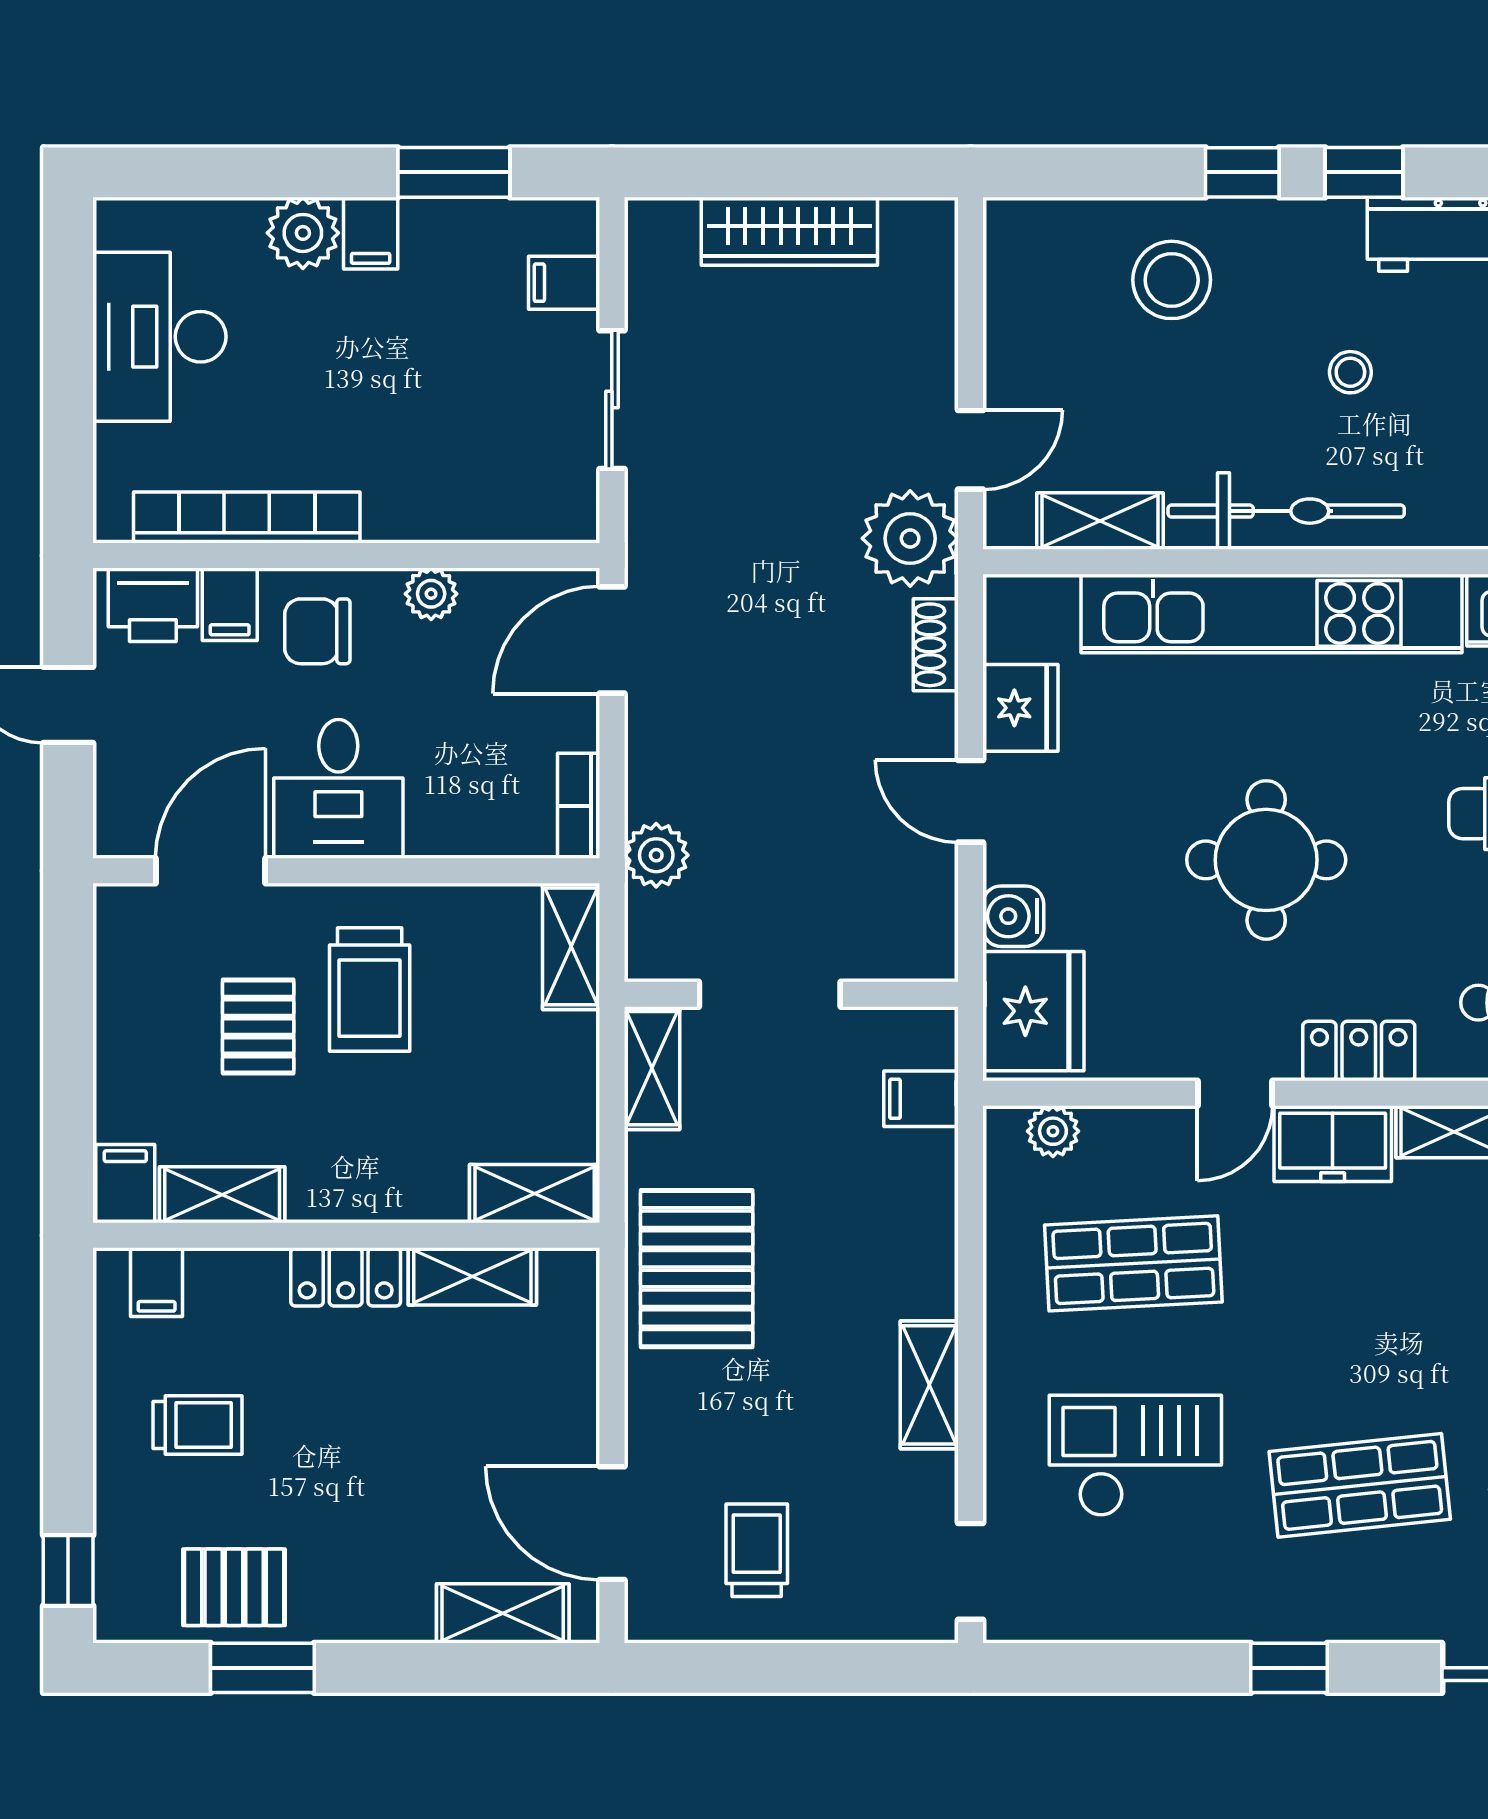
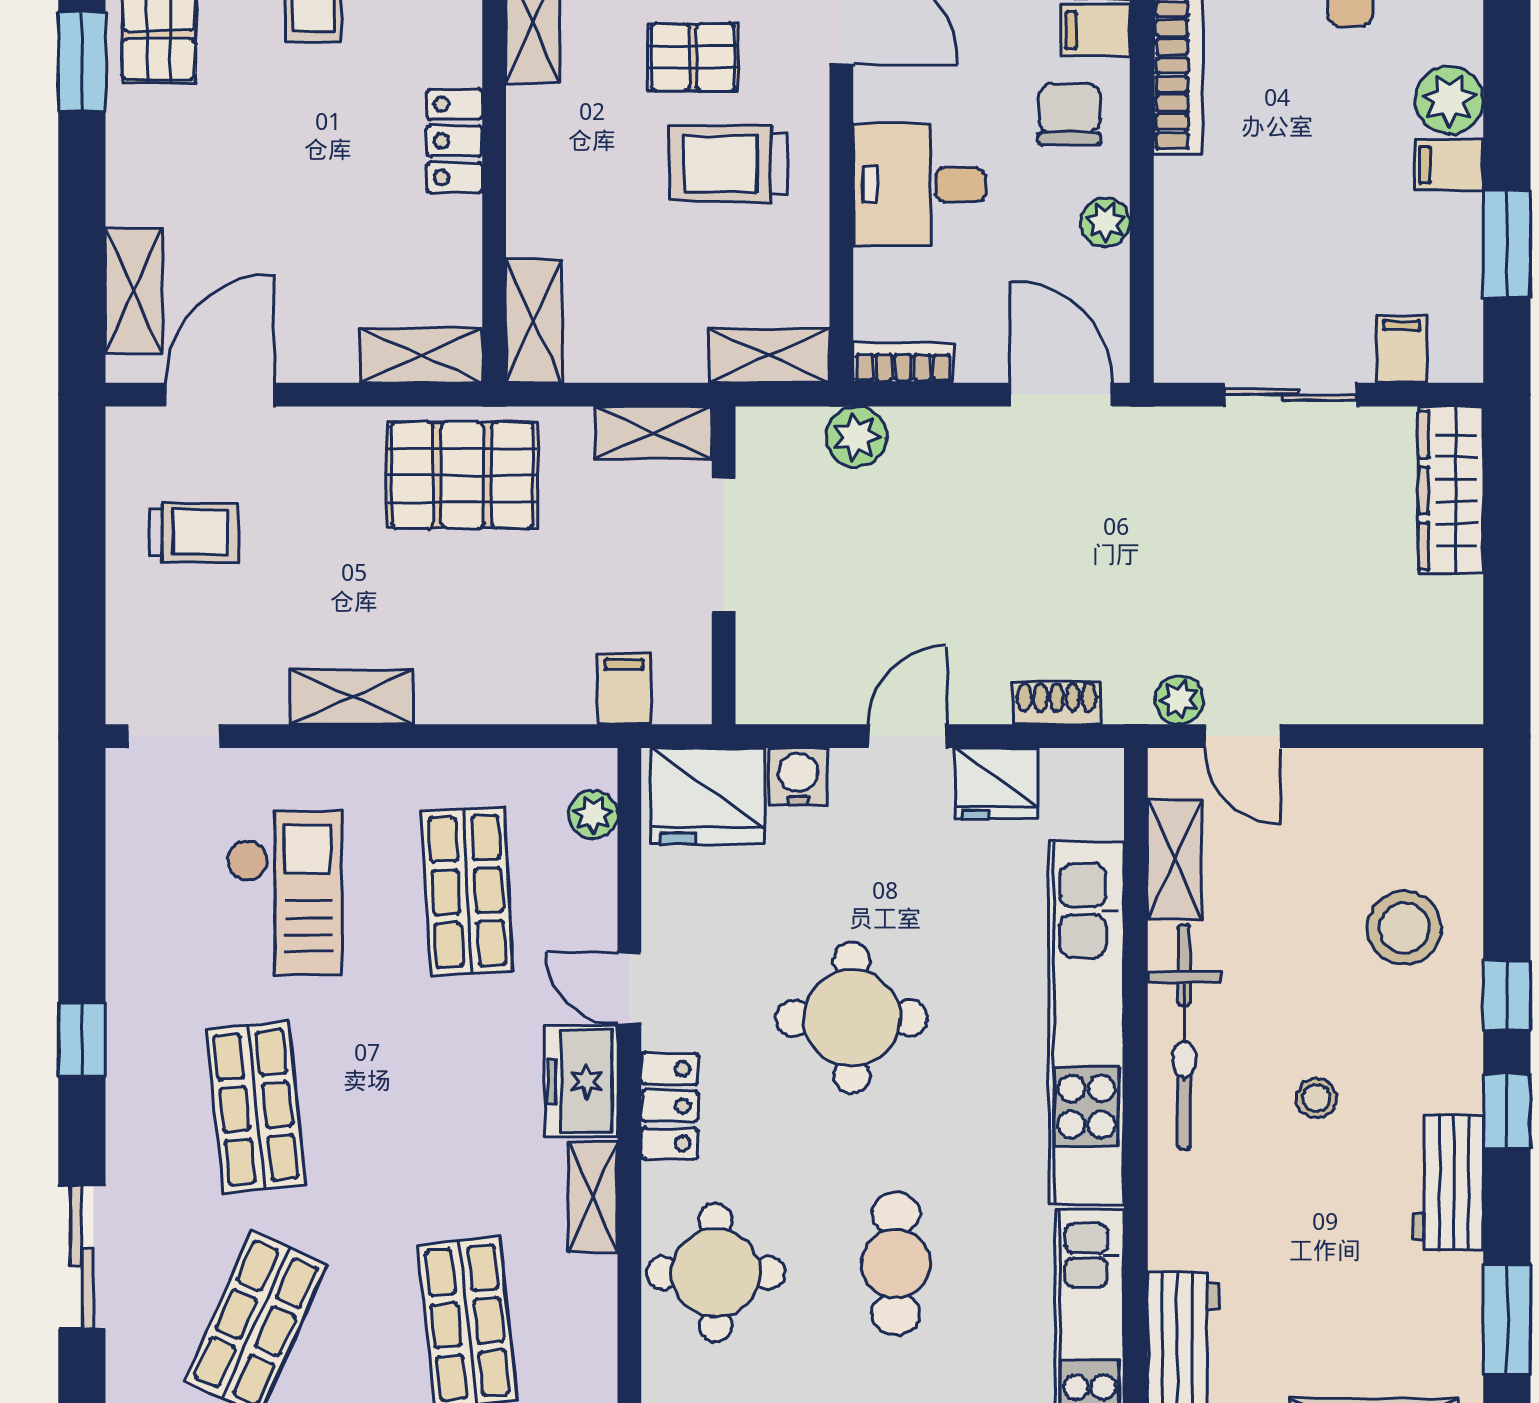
wardrobe: (789, 231) -> (1451, 490), moved
plant: (910, 538) -> (1179, 700), width x0.53, depth x0.53
desk: (338, 789) -> (919, 185), moved
shelving: (472, 1276) -> (421, 355), moved, turned 90

